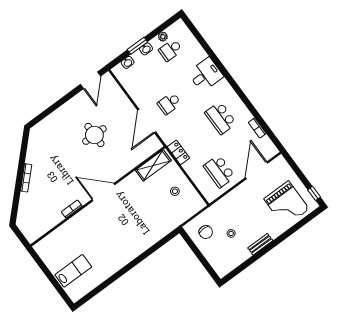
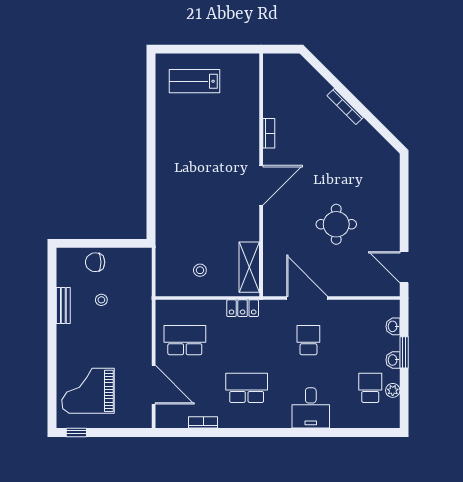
chair: (206, 232) -> (95, 262), moved
bench: (260, 244) -> (63, 305), moved
lab bench: (73, 271) -> (195, 81), turned 90

